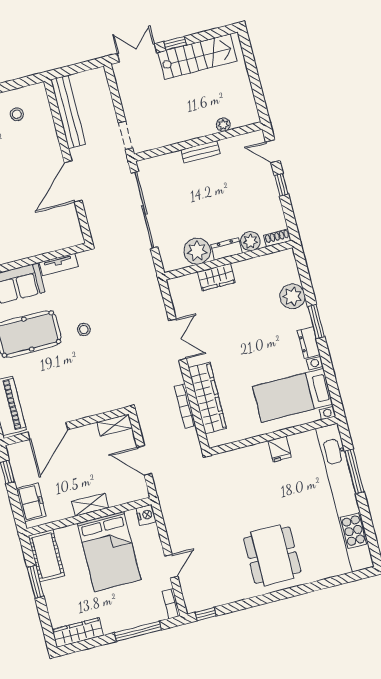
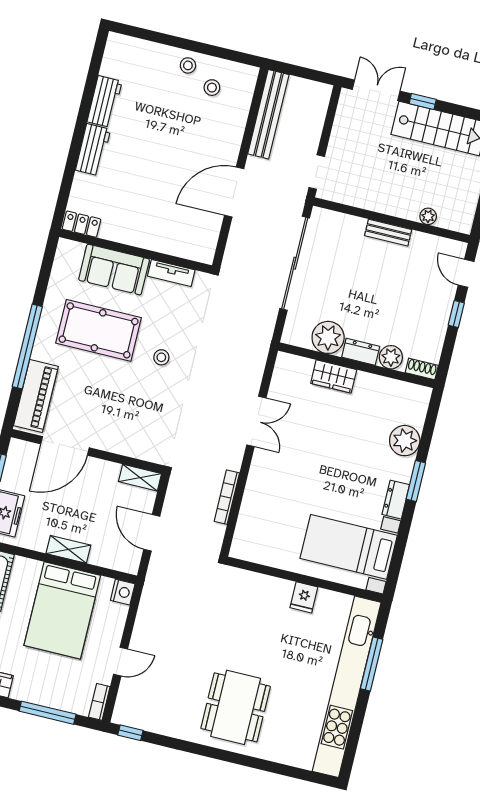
wardrobe: (207, 398) -> (255, 501), removed

